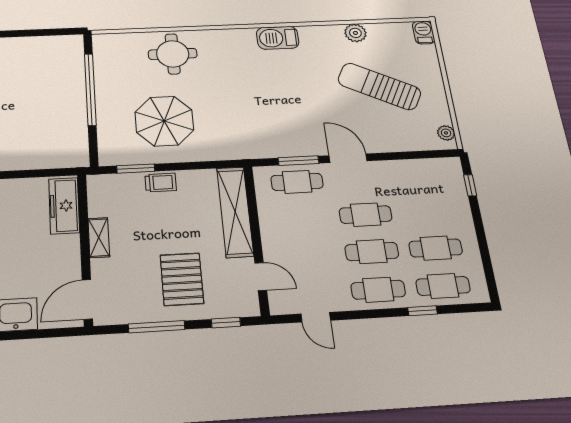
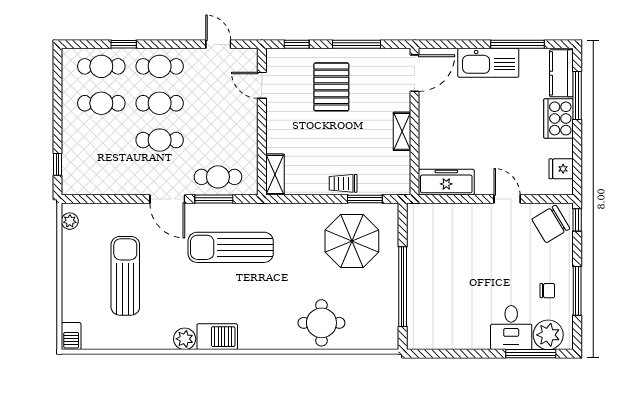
plant: (355, 33) -> (185, 339), moved
sun lounger: (379, 86) -> (125, 276), turned -117
sun lounger: (275, 117) -> (231, 247), added
parasol: (164, 121) -> (352, 241), moved
freezer: (64, 206) -> (446, 182), moved, turned -90
shelving: (235, 212) -> (275, 175), width x0.45, depth x0.75

